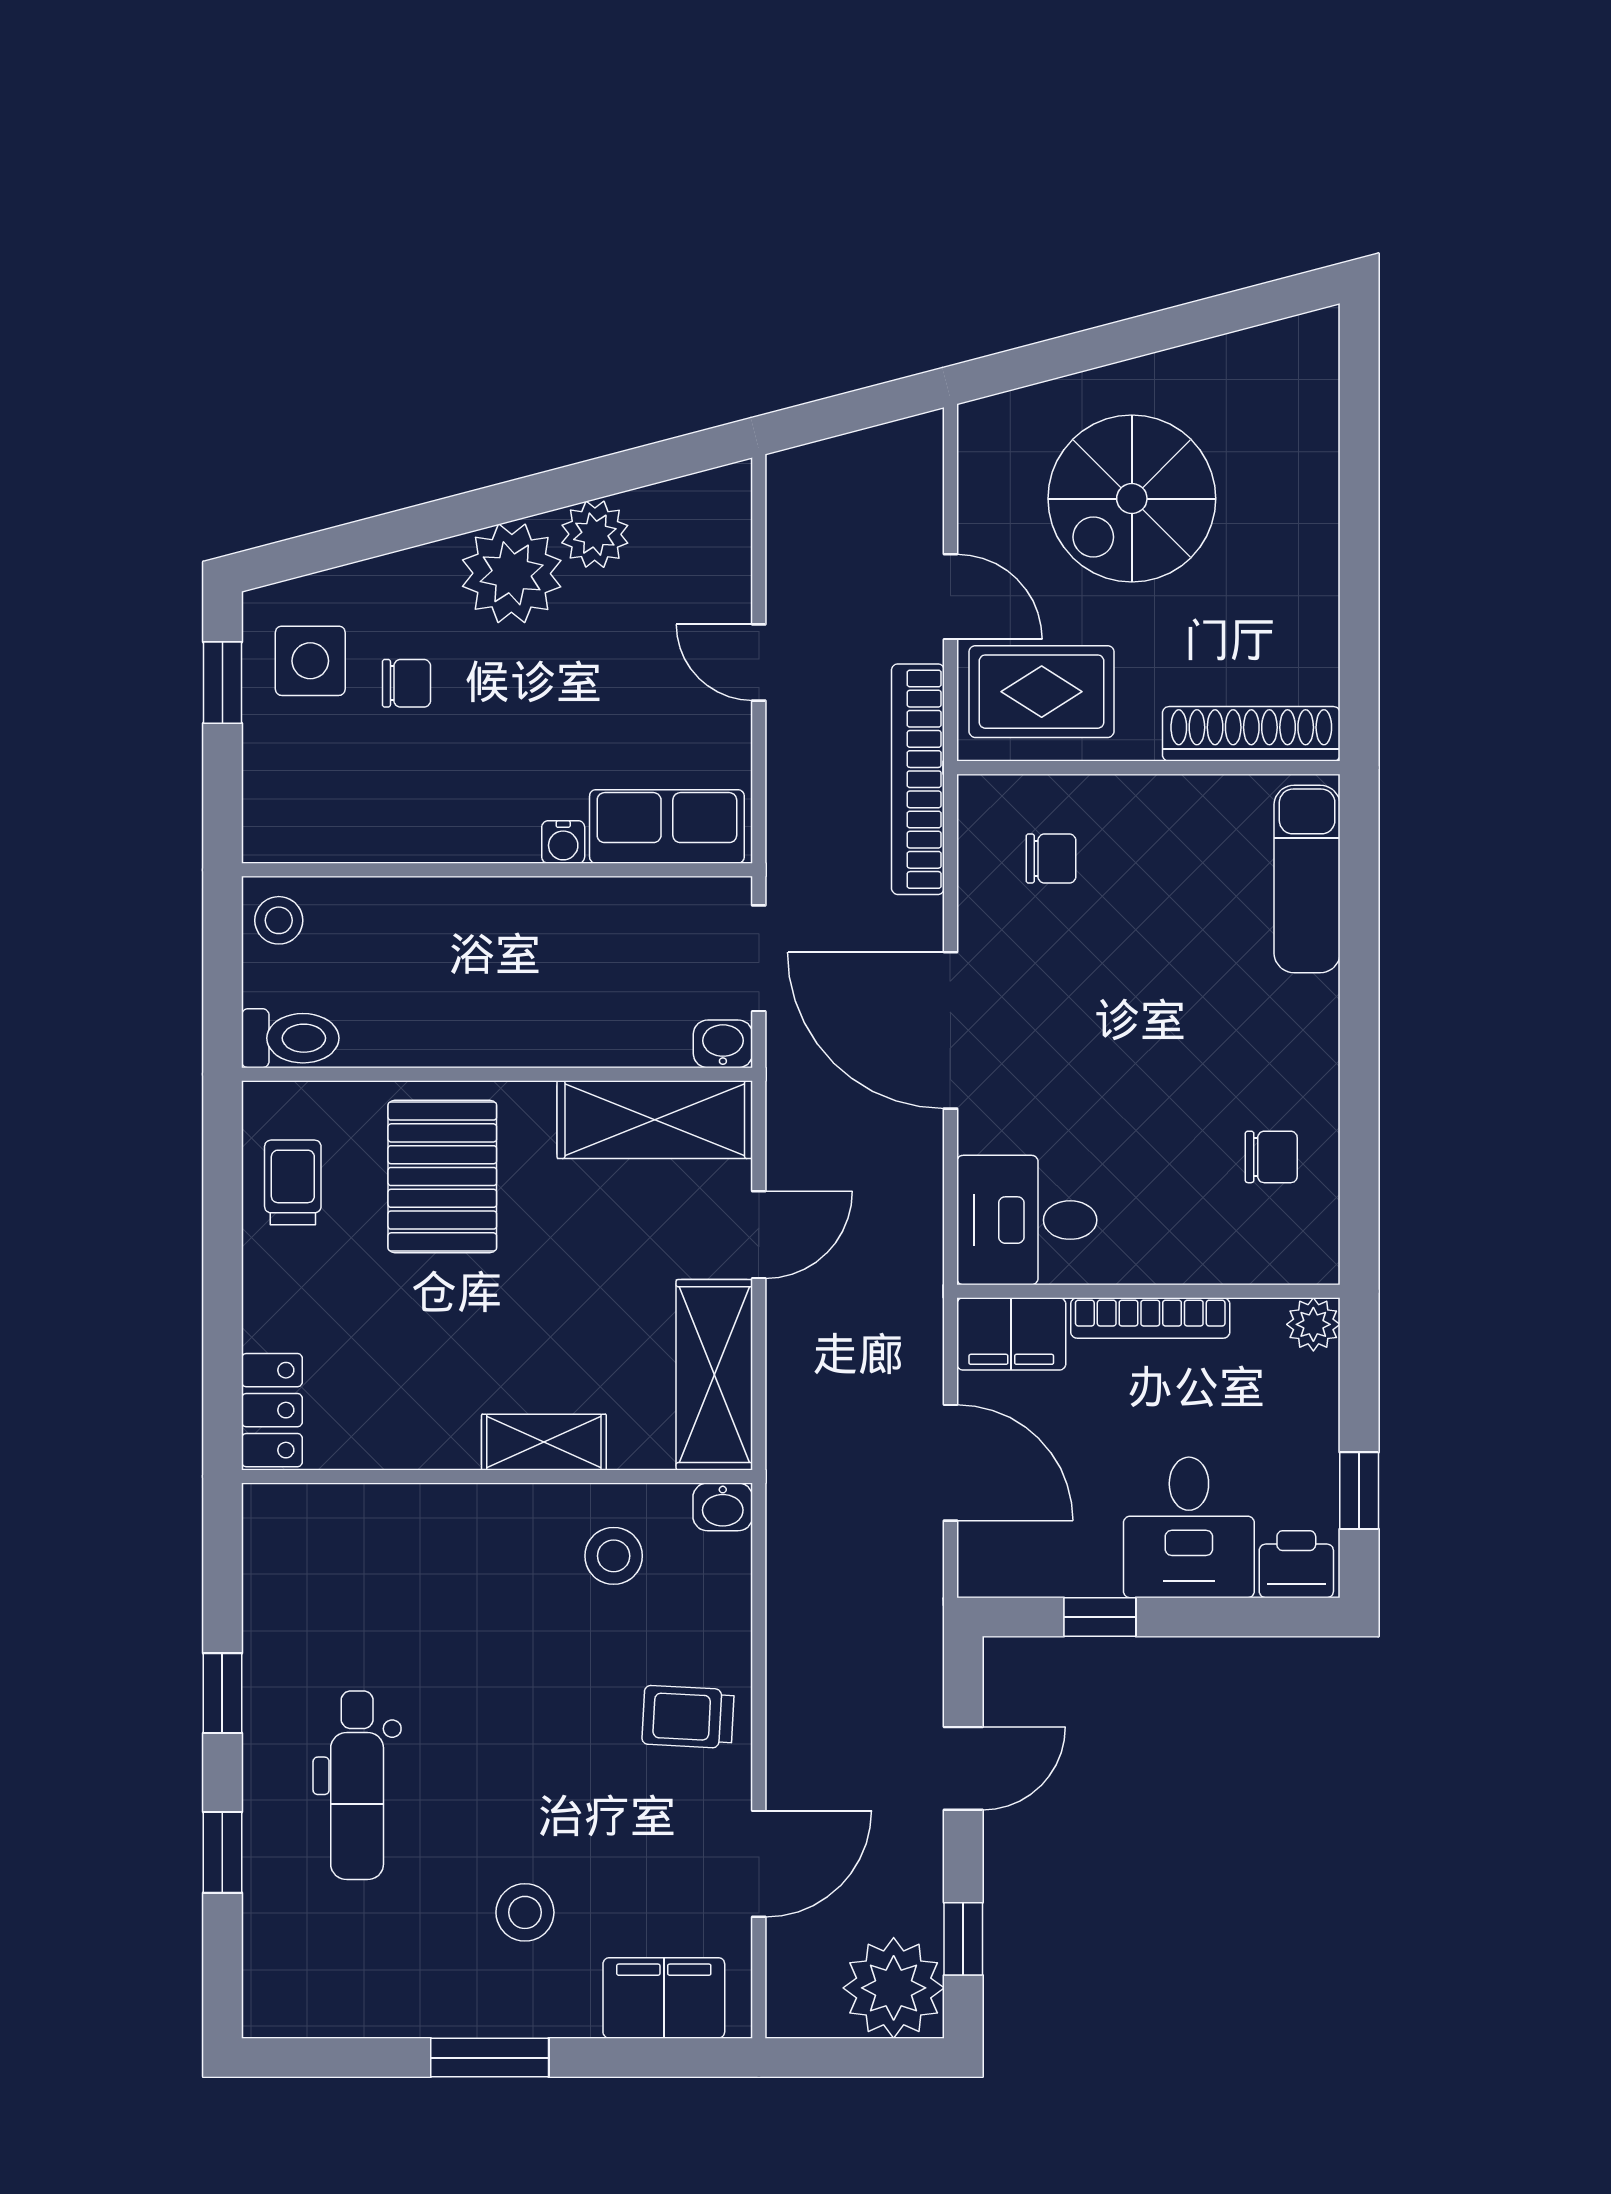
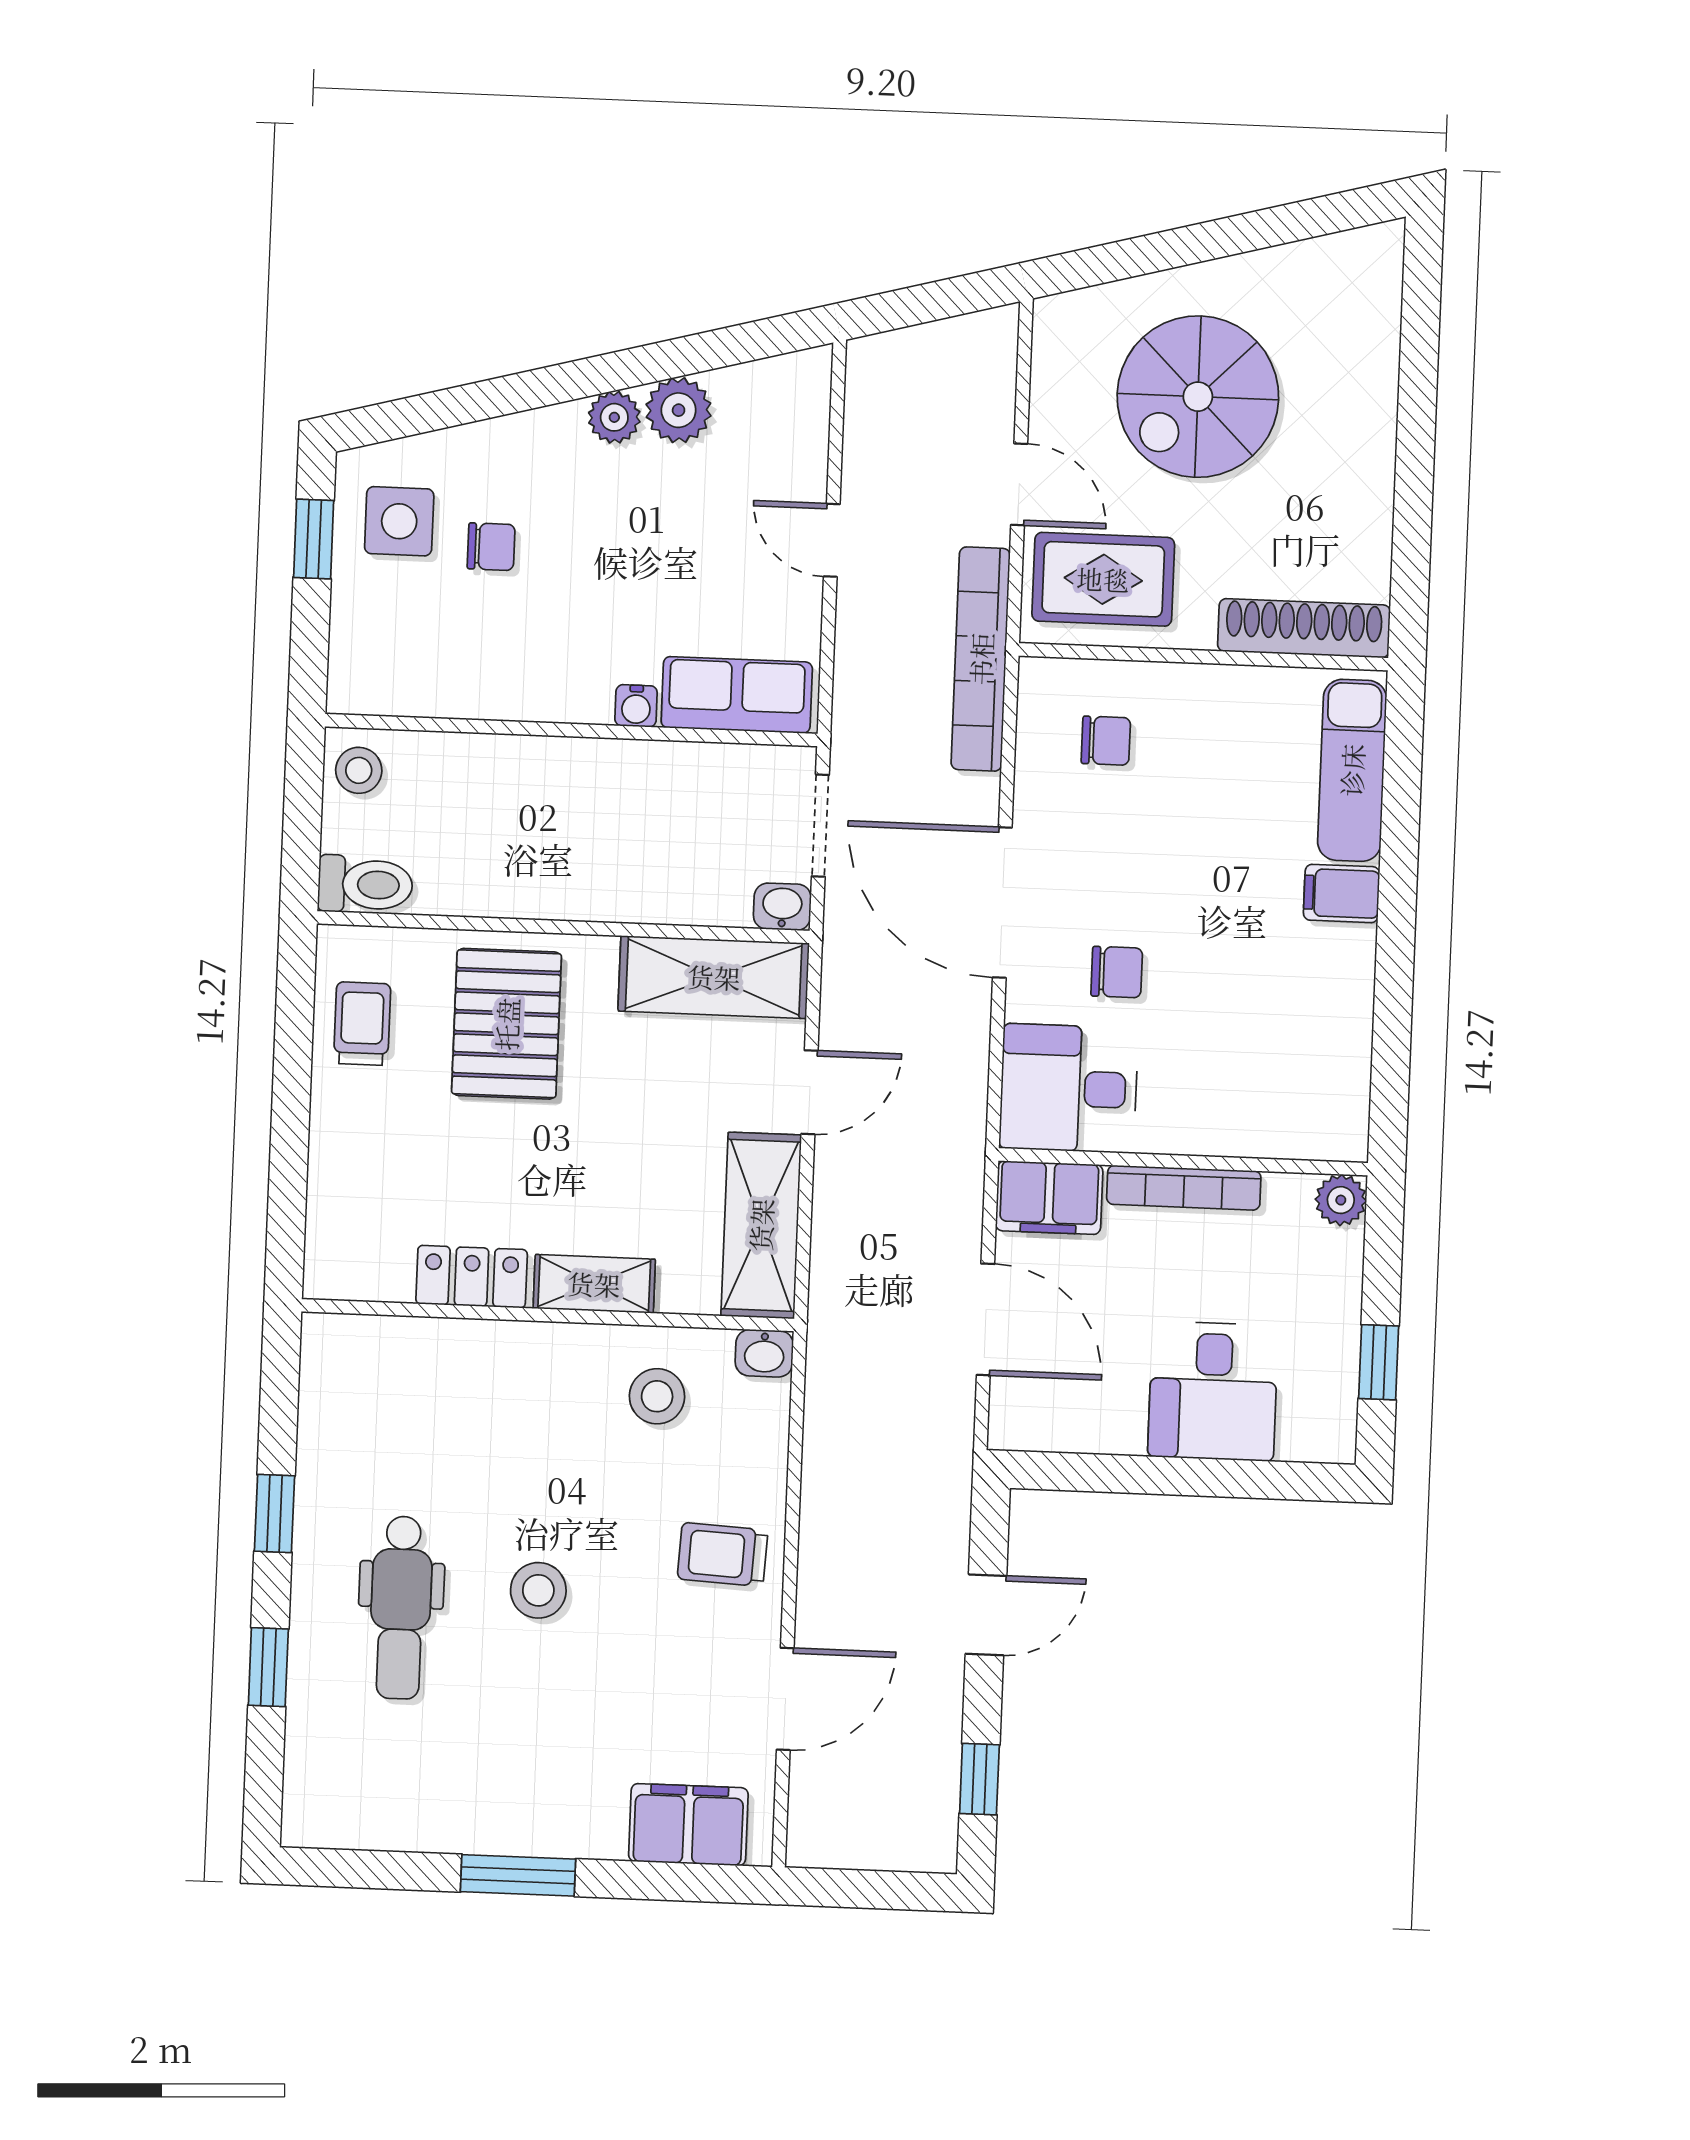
plant: (512, 573) -> (614, 417), width x0.53, depth x0.53
filing cabinet: (1301, 1007) -> (1342, 893), added
chair: (1271, 1157) -> (1117, 972), moved
locker: (272, 1410) -> (472, 1277), moved, turned -90
printer: (1296, 1564) -> (1315, 1431), removed
window: (1100, 1617) -> (1124, 1474), removed
stool: (525, 1912) -> (538, 1590), moved
plant: (894, 1988) -> (910, 1824), removed

